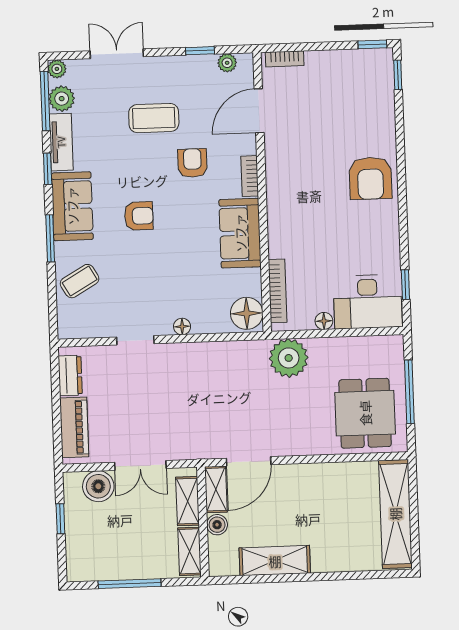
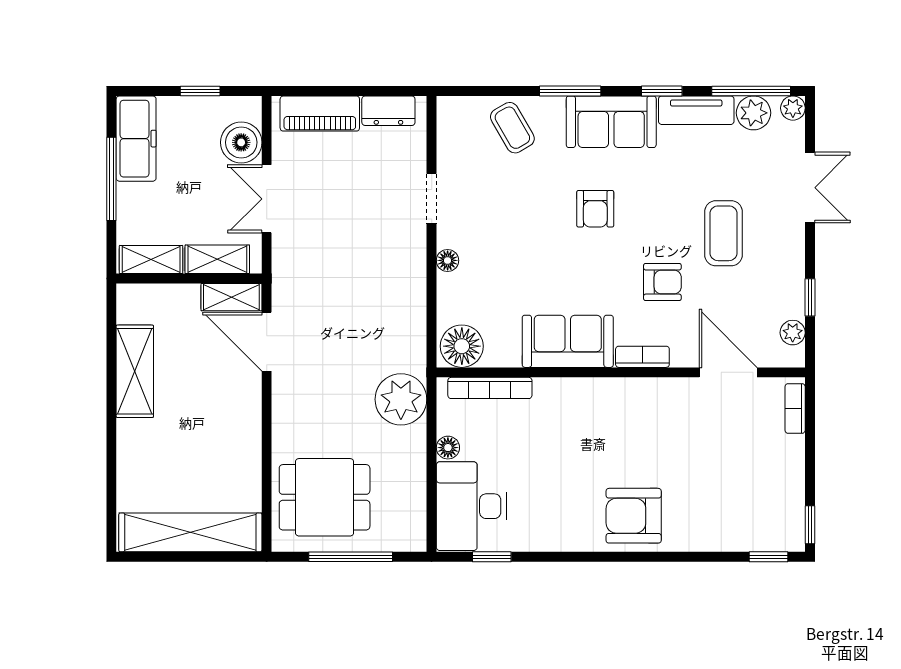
boiler: (217, 525) -> (185, 297), removed
freezer: (98, 566) -> (136, 139), added

